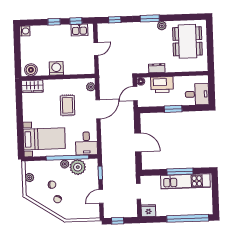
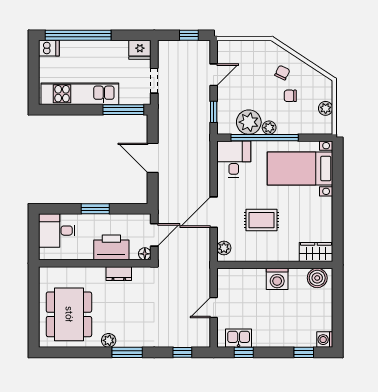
window: (54, 22) -> (304, 352), moved
rug: (68, 105) -> (262, 220), turned 90
window: (180, 171) -> (123, 110), moved
dishwasher: (206, 210) -> (49, 48), added

